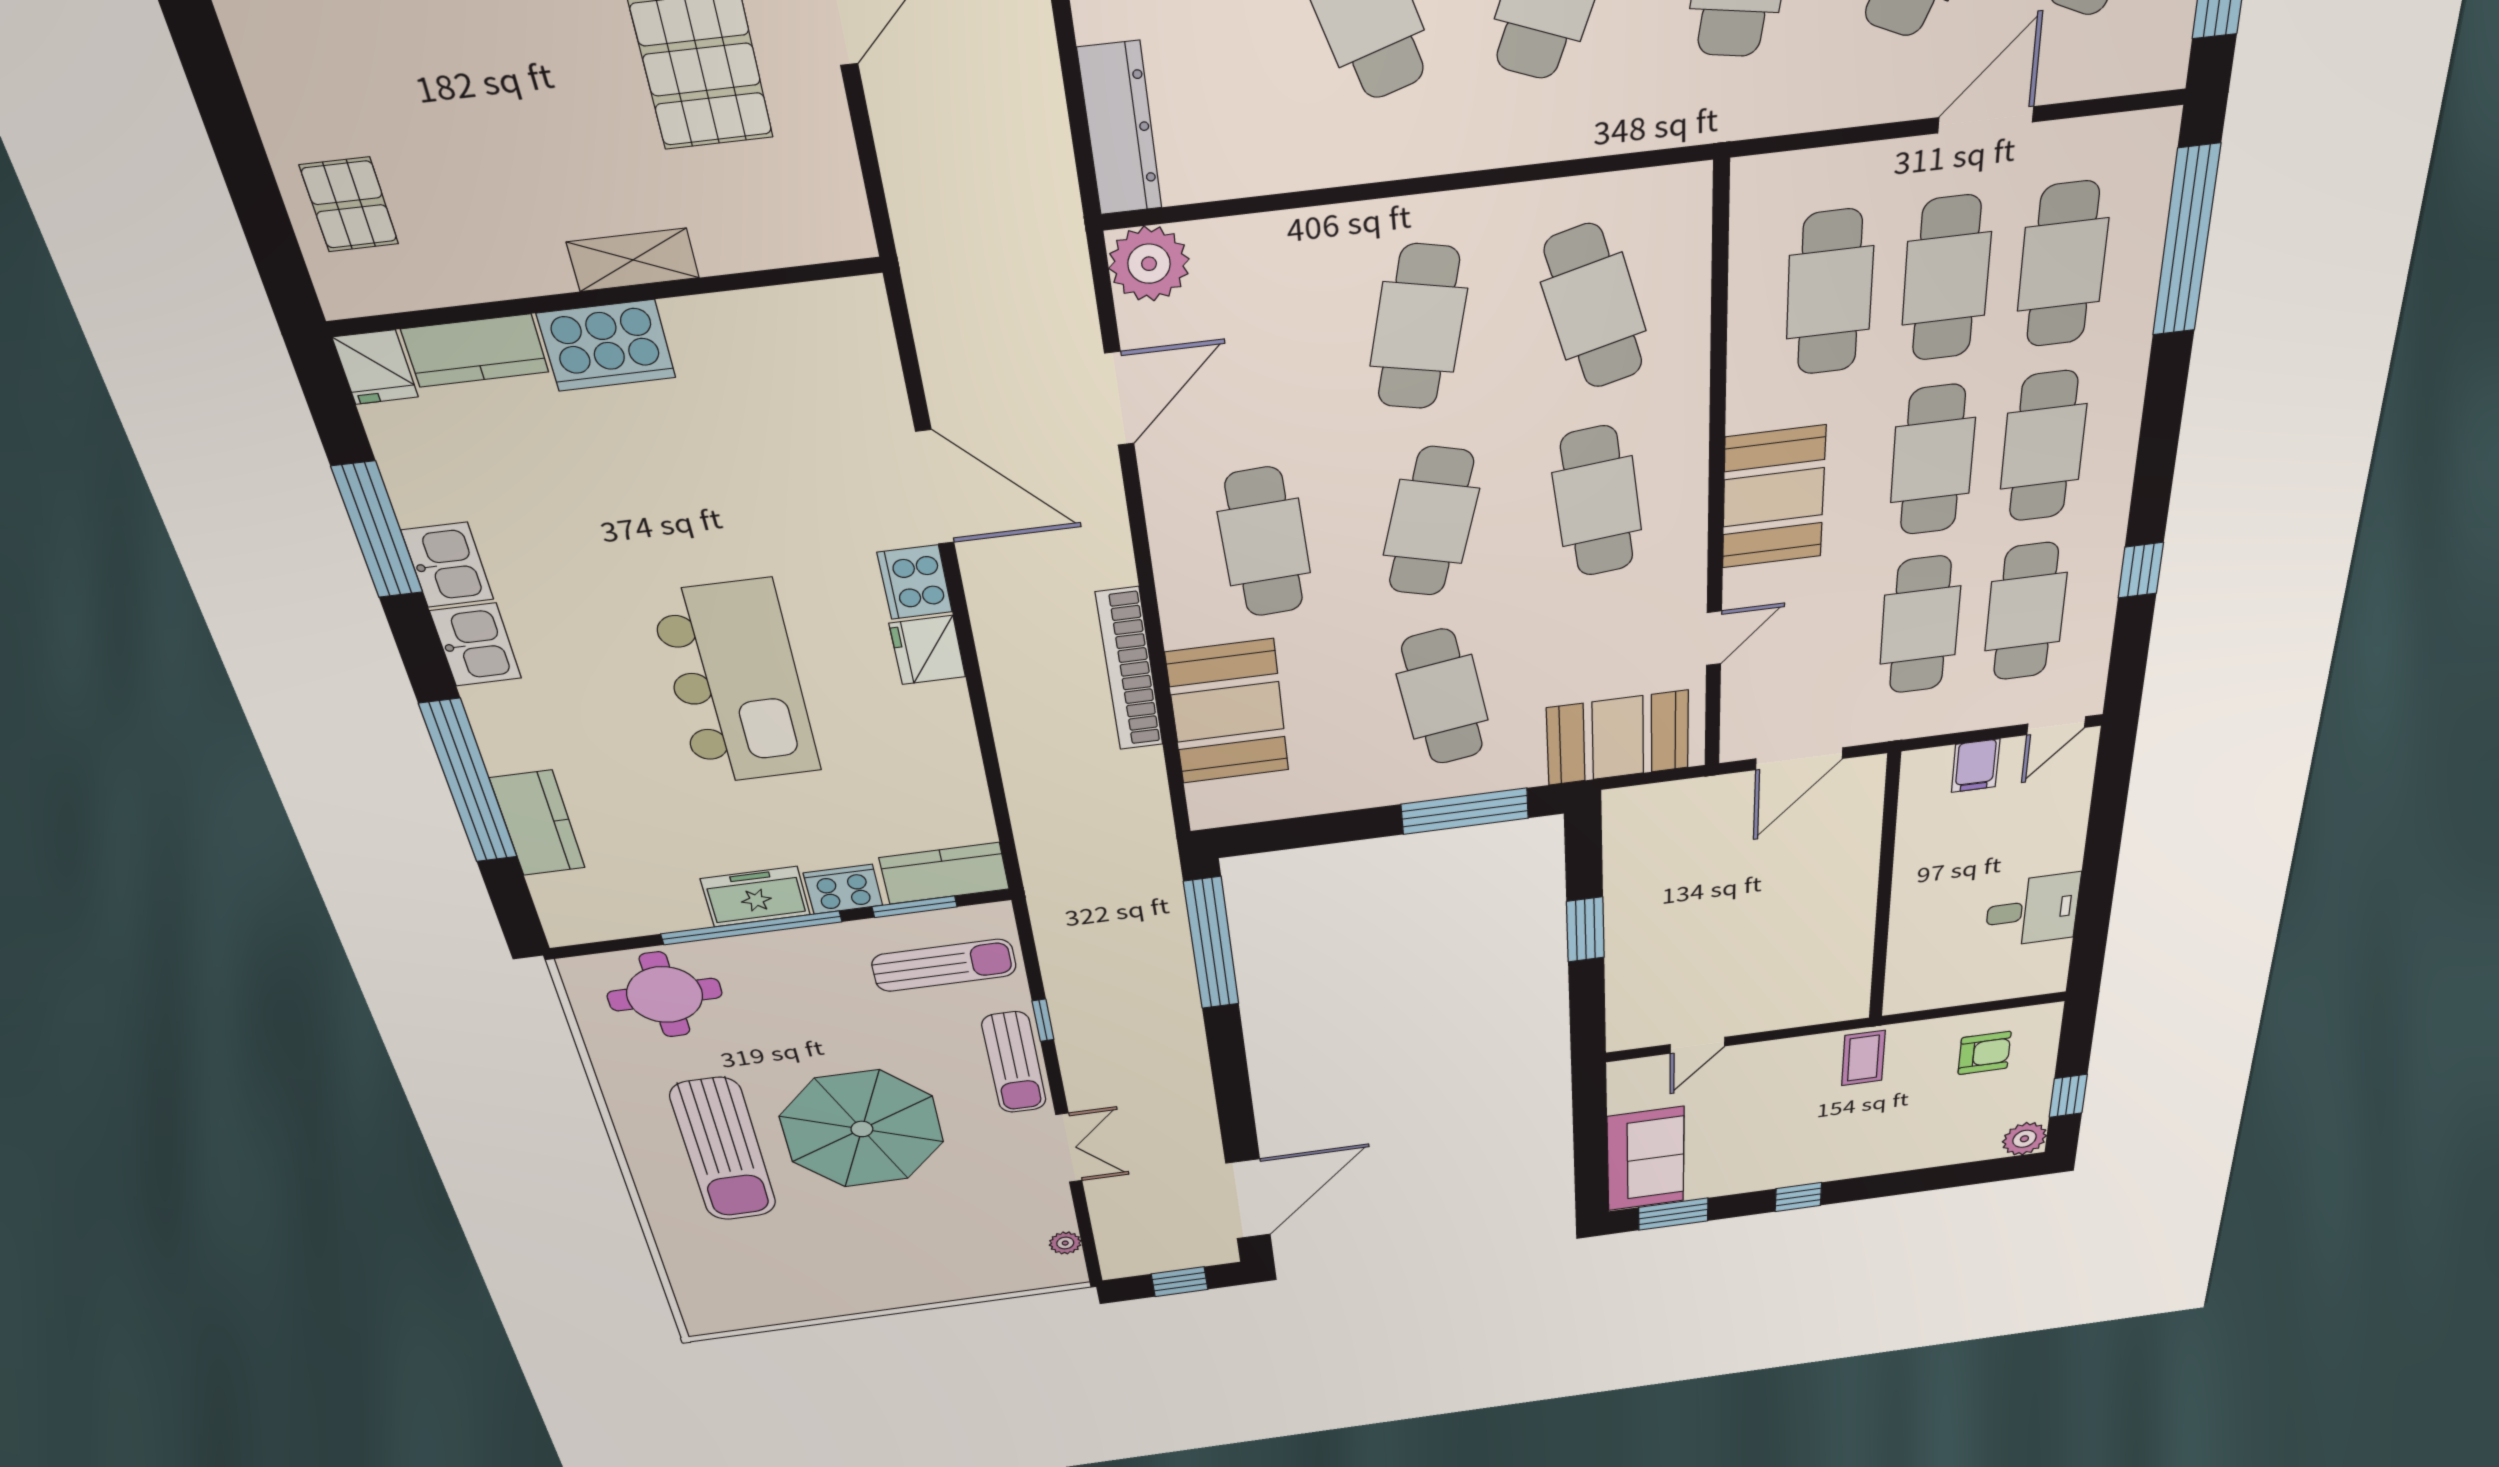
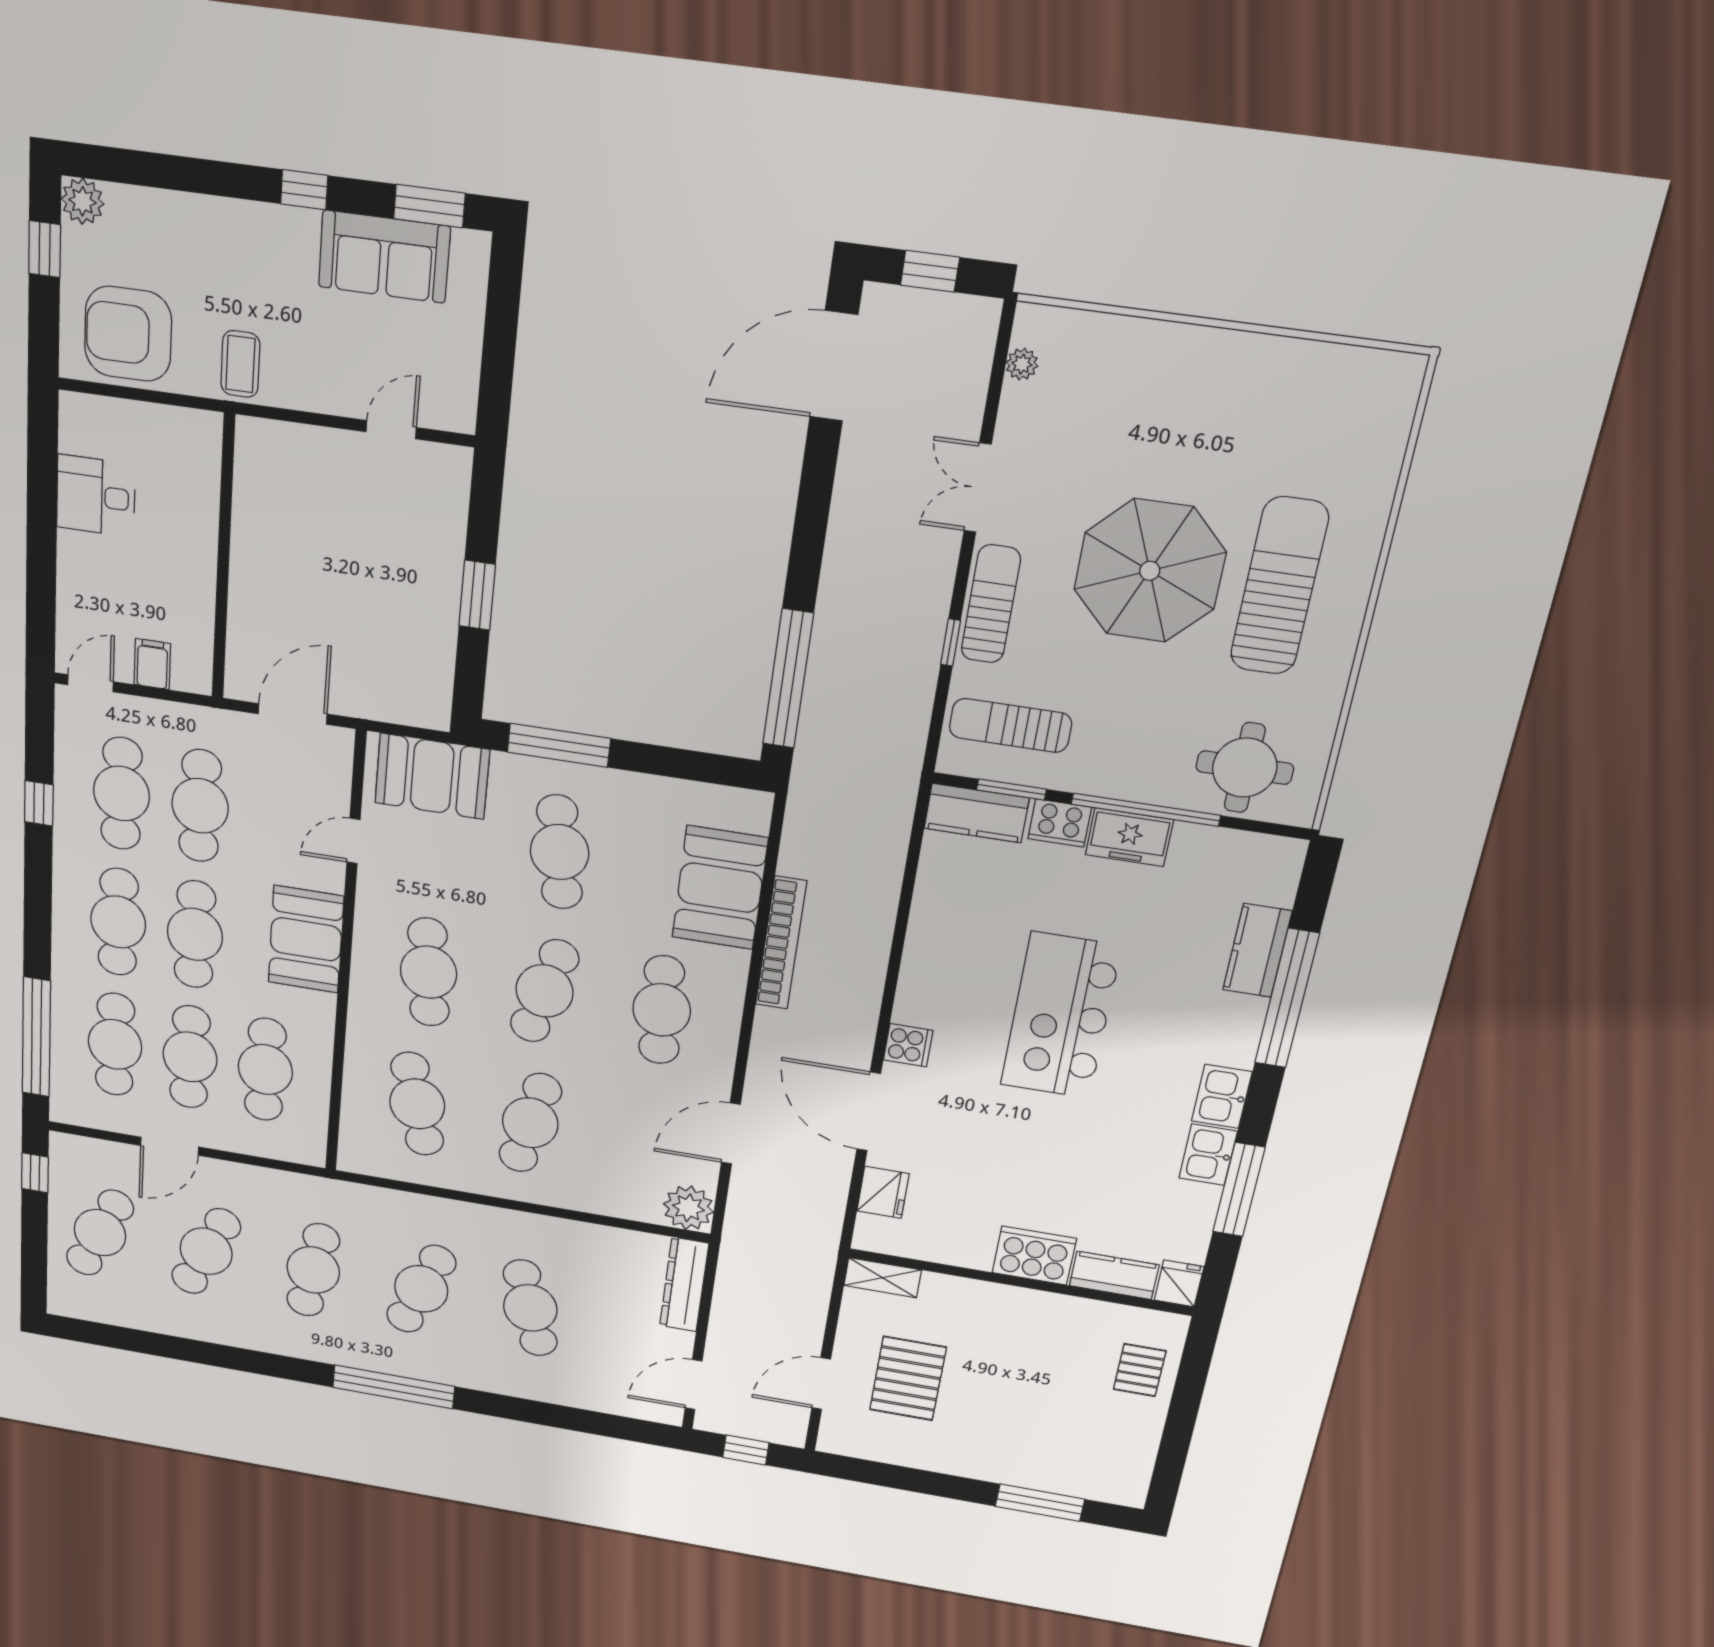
shelving: (633, 260) -> (883, 1278), moved
cooker: (915, 582) -> (908, 1045), width x0.73
fridge: (927, 650) -> (883, 1192), moved
armchair: (1984, 1053) -> (128, 334), width x1.88, depth x1.88
sofa: (1646, 1159) -> (384, 257), moved, turned -90

